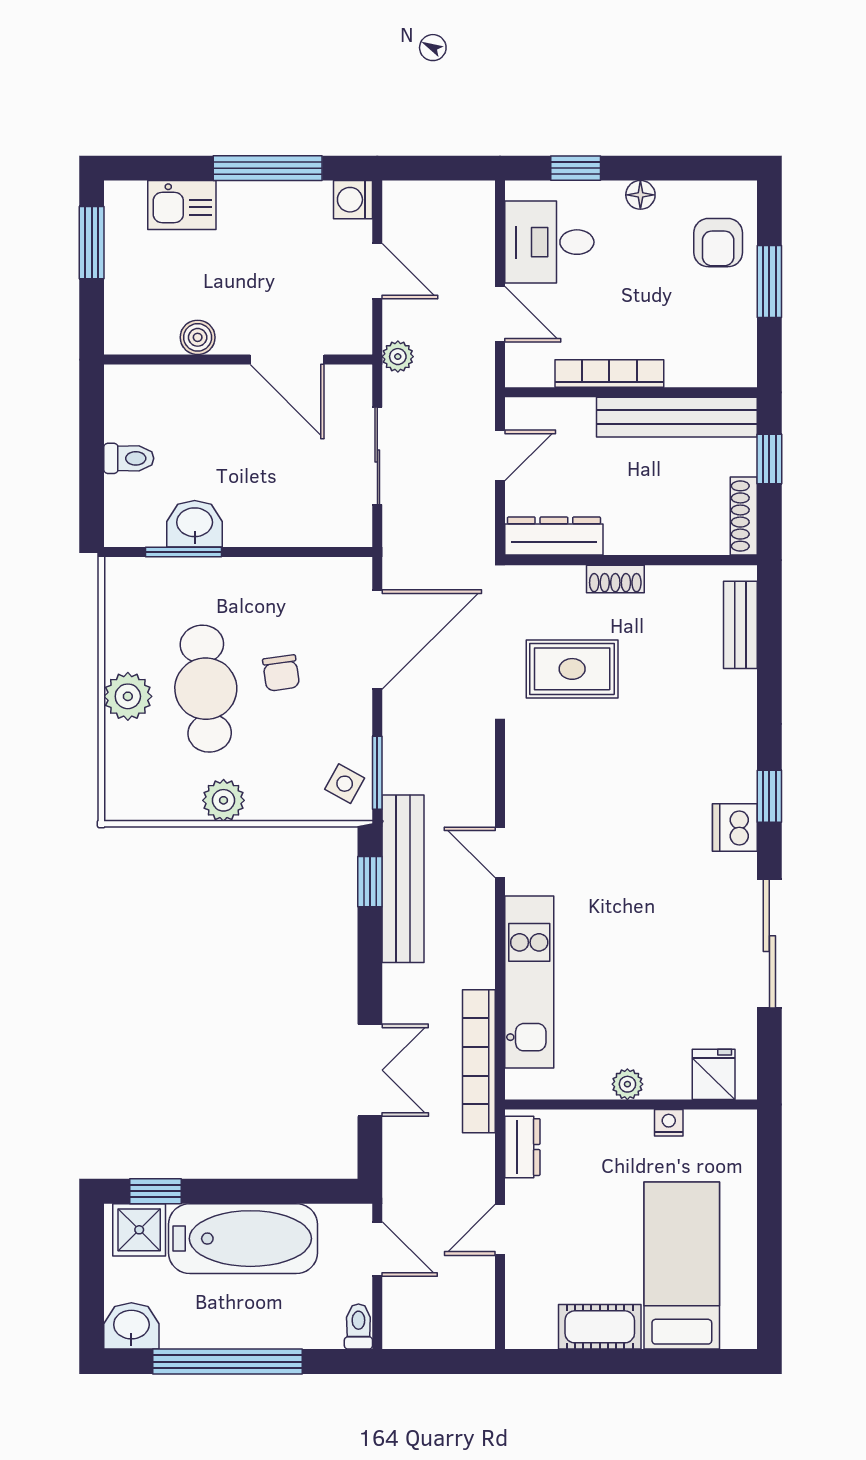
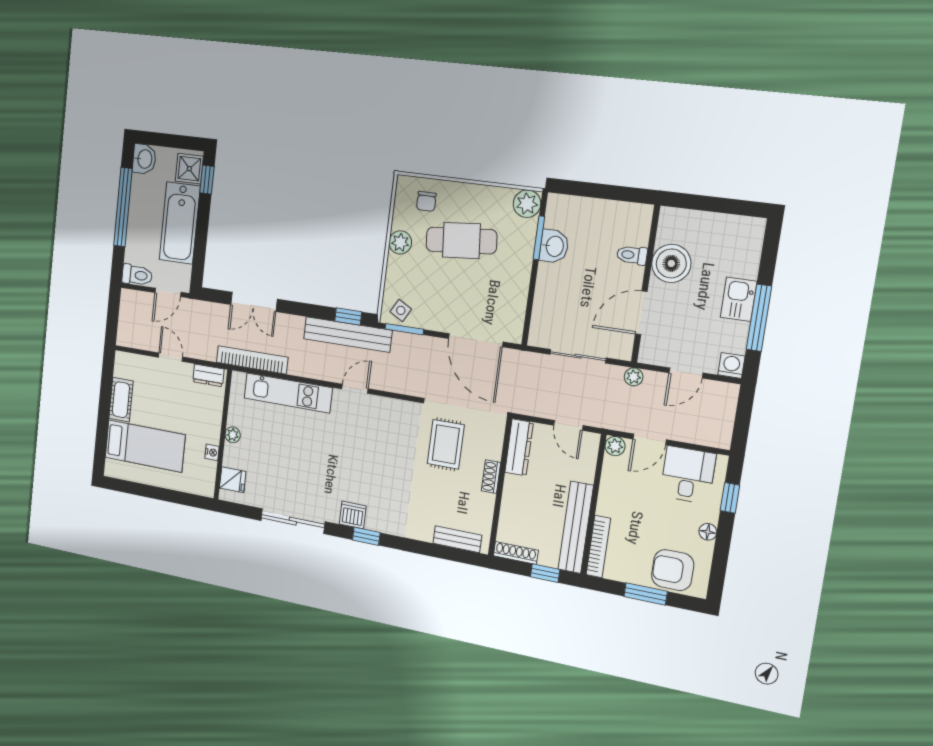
kitchen sink: (182, 205) -> (739, 299), moved
window: (92, 243) -> (730, 206), removed
armchair: (718, 243) -> (673, 570), width x1.38, depth x1.38
boiler: (198, 337) -> (671, 263), width x1.86, depth x1.86
plant: (522, 370) -> (615, 446), added
bookcase: (609, 374) -> (598, 547), moved
toilet: (129, 458) -> (632, 255), moved, turned 90
chair: (281, 673) -> (426, 201), moved, turned -82
plant: (128, 696) -> (527, 204), moved
toilet: (358, 1327) -> (137, 275), width x1.37, depth x1.39

